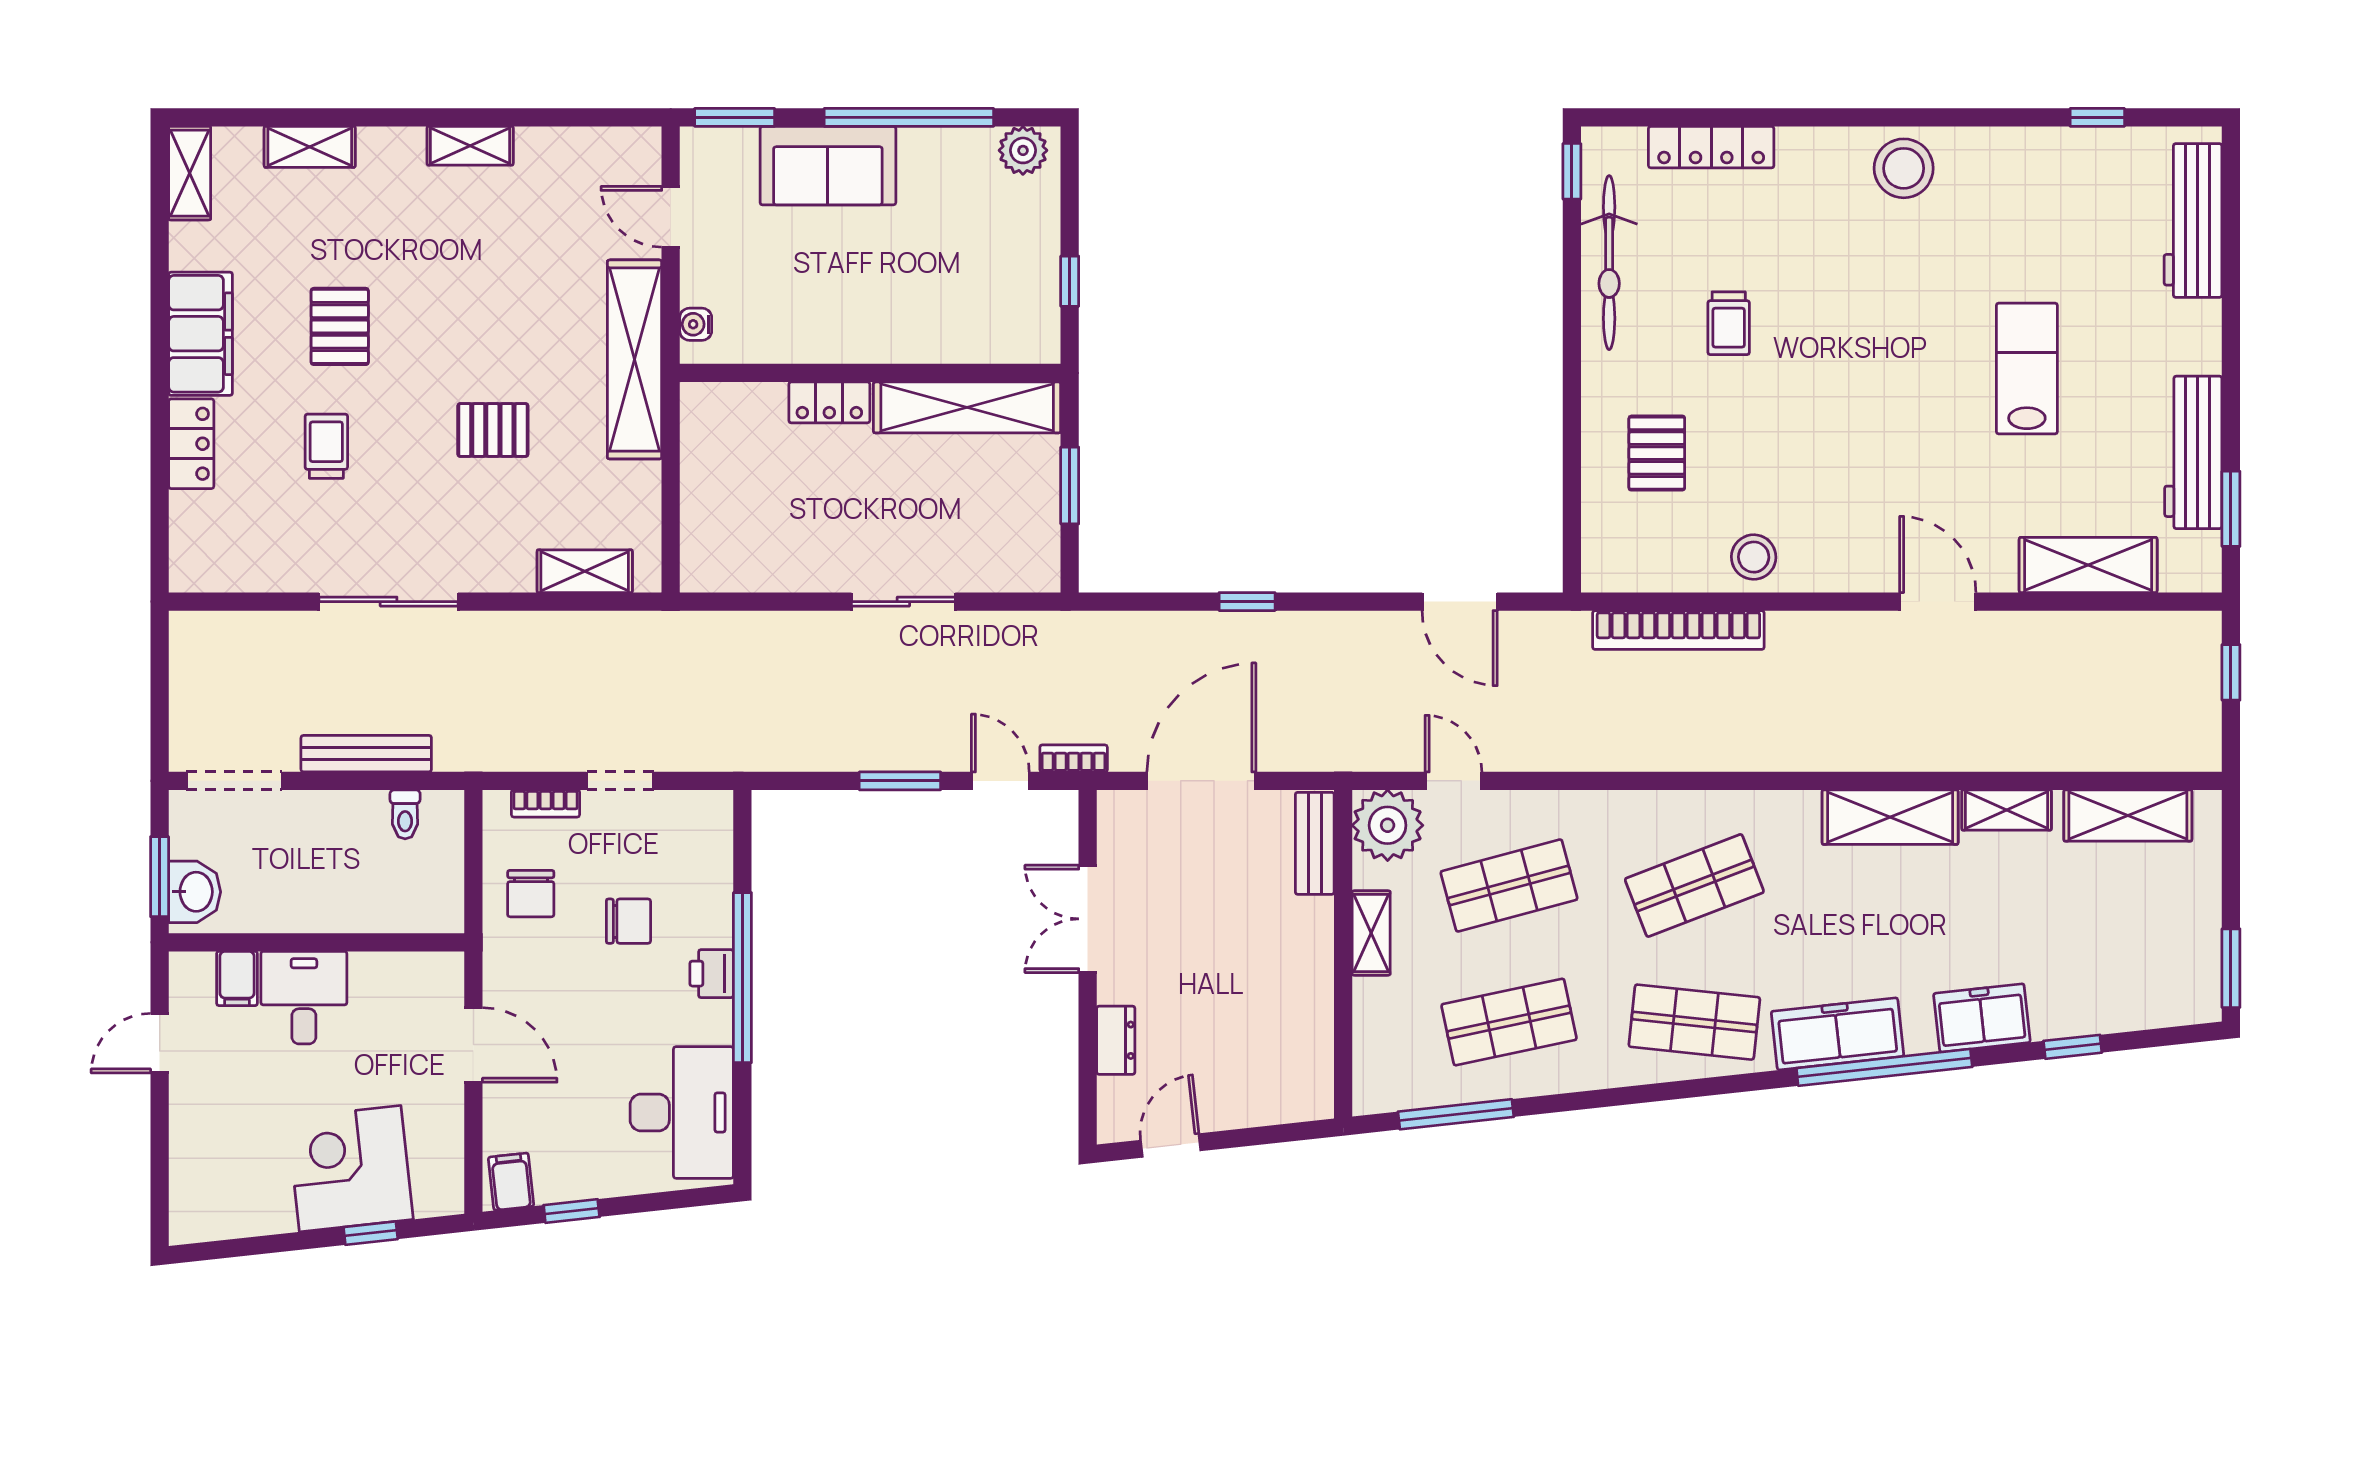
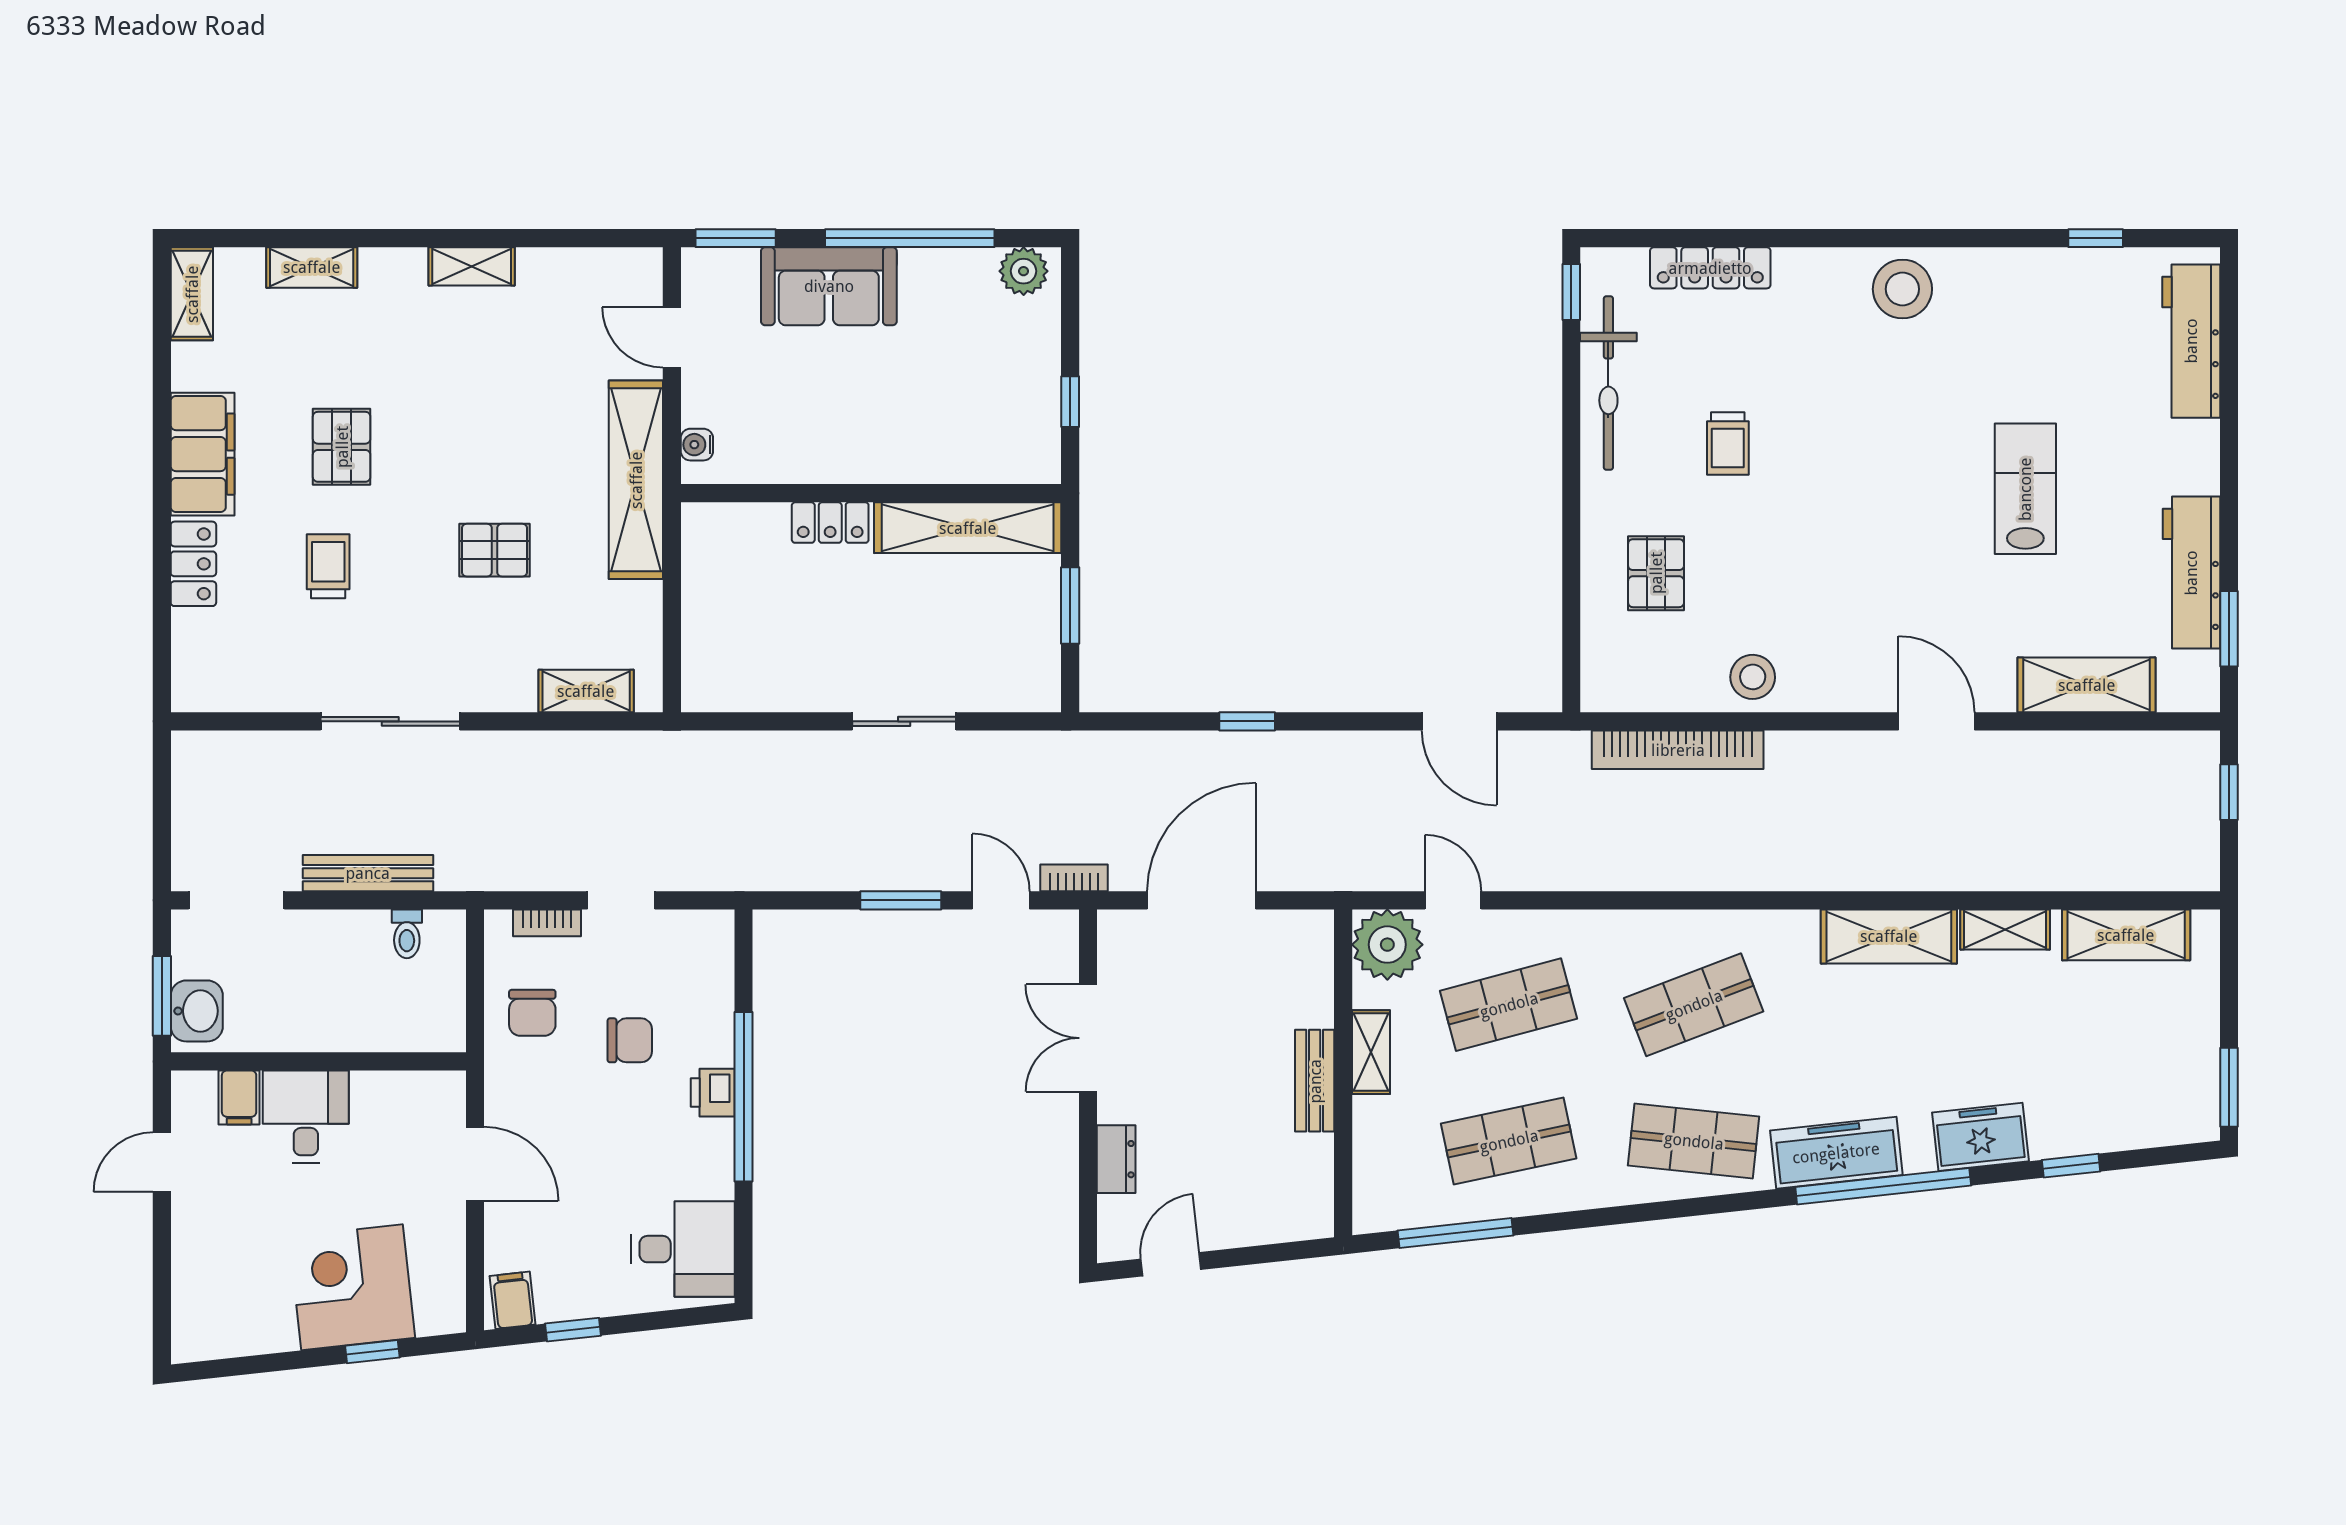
bench: (1315, 843) -> (1315, 1081), moved
desk: (682, 1112) -> (683, 1249), width x0.73

